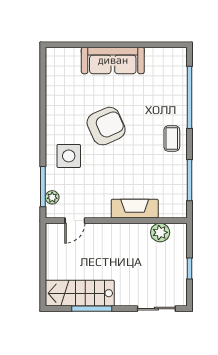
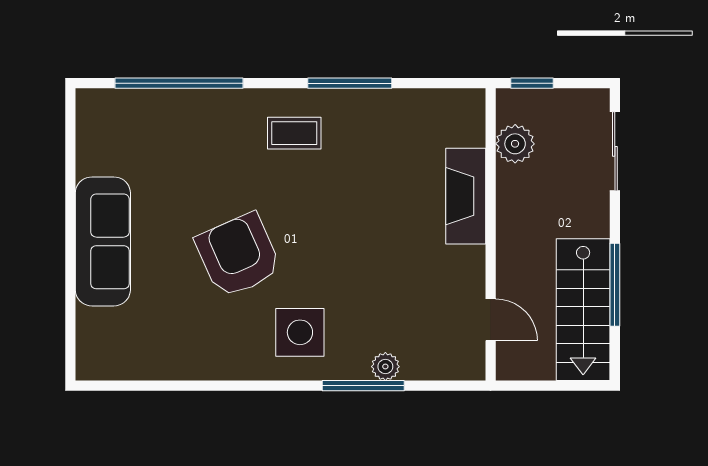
coffee table: (172, 138) -> (294, 133), moved
fireplace: (135, 209) -> (466, 196), moved
door: (75, 221) -> (491, 320), moved
wall: (116, 221) -> (491, 234), moved
plant: (160, 232) -> (515, 144), moved

